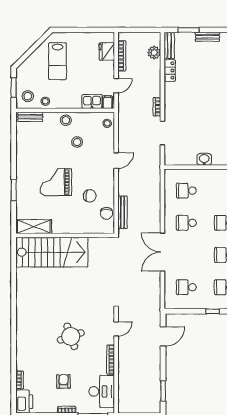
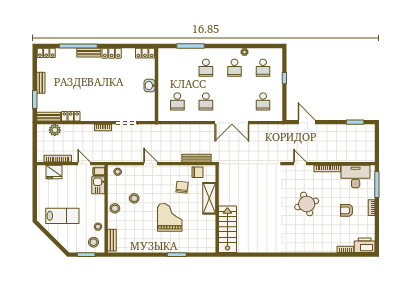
grand piano: (56, 182) -> (170, 217), turned 180
shelving: (34, 227) -> (209, 198), moved
stairs: (52, 252) -> (227, 229), width x0.73, depth x0.66

